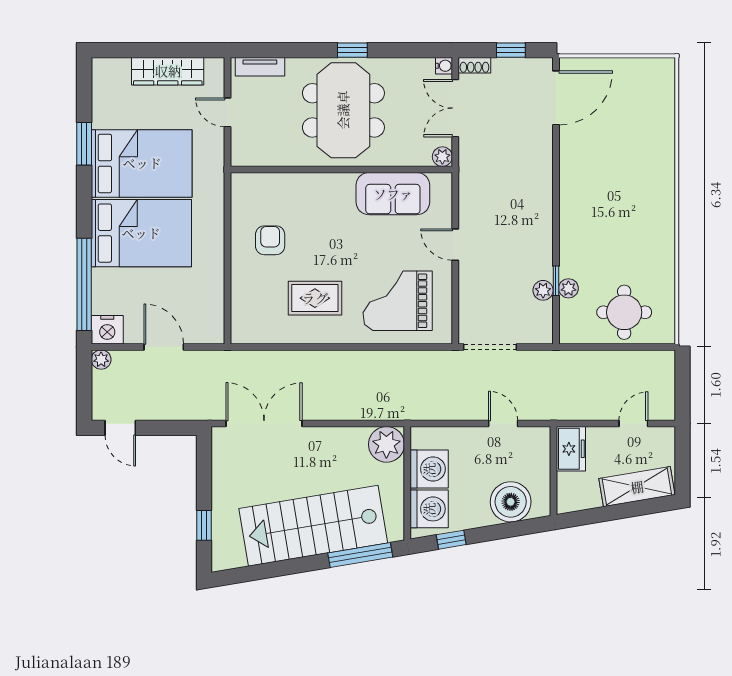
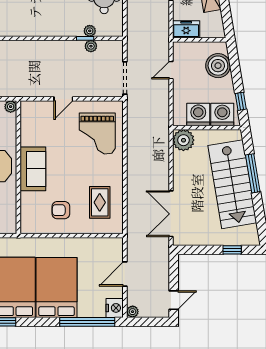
sofa: (393, 194) -> (33, 169), moved
rug: (315, 298) -> (100, 202), moved
window: (360, 555) -> (253, 173), moved

